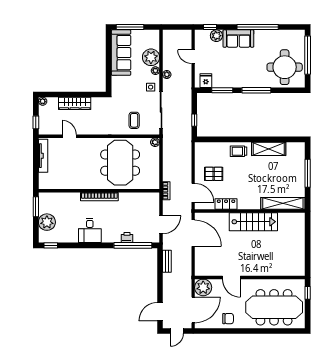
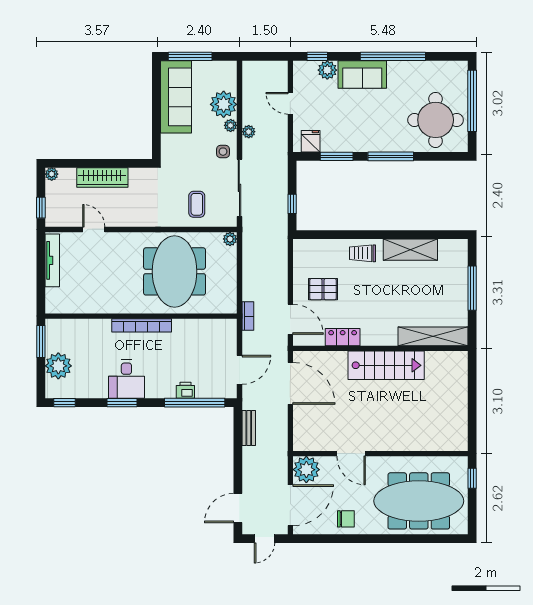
window: (87, 245) -> (122, 403), added

